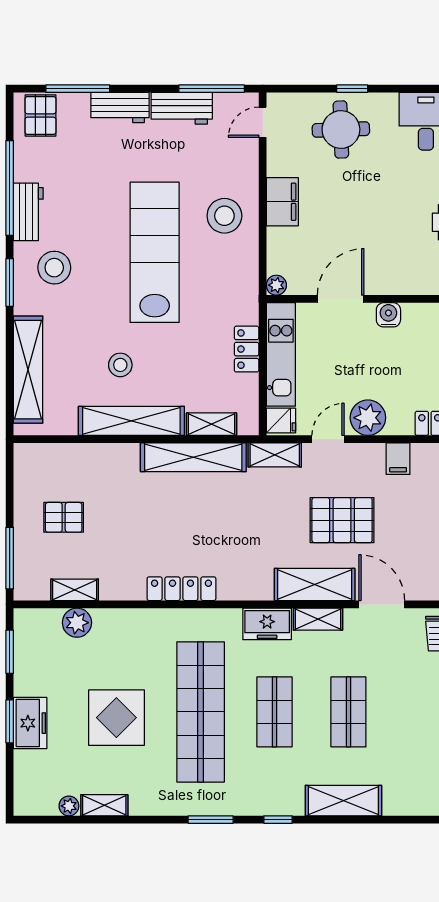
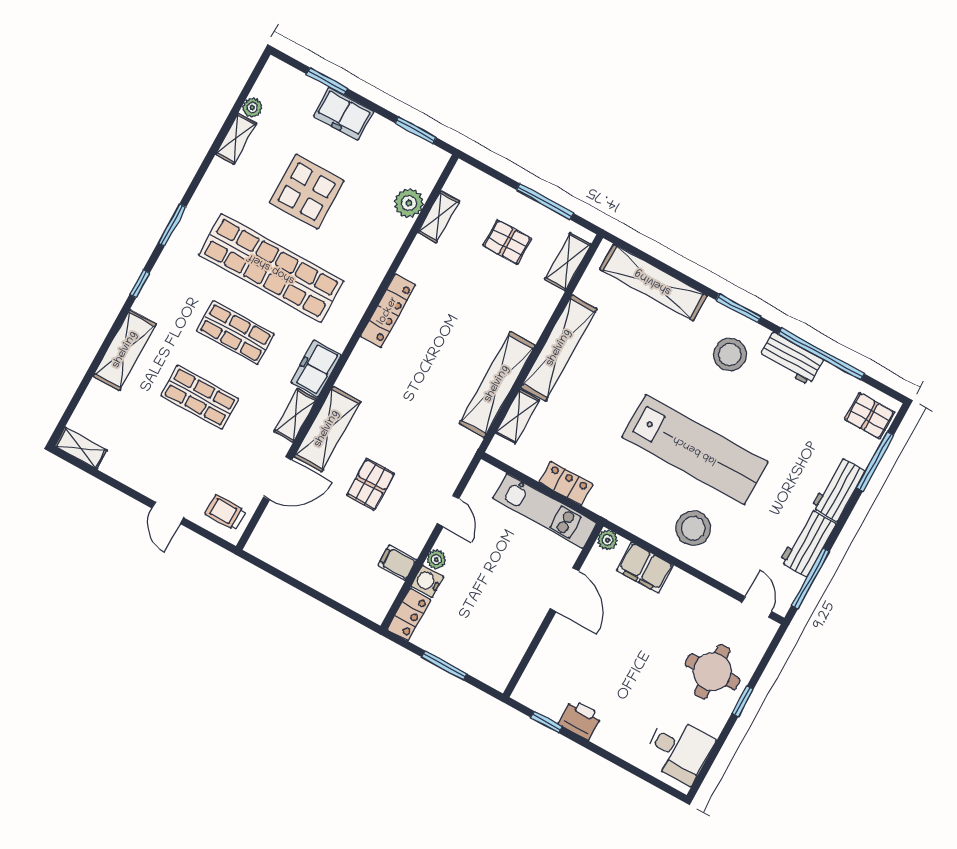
filing cabinet: (282, 202) -> (645, 568), moved
water cooler: (388, 315) -> (427, 581), moved, turned 180
stool: (120, 365) -> (613, 365), removed
plant: (368, 418) -> (436, 559), width x0.53, depth x0.53
fridge: (281, 421) -> (487, 479), removed
shelving: (275, 455) -> (568, 262), moved
pallet: (64, 517) -> (507, 242), turned 90
pallet: (342, 520) -> (370, 484), width x0.67, depth x0.71
window: (10, 558) -> (545, 202), moved
window: (10, 721) -> (327, 81), moved

